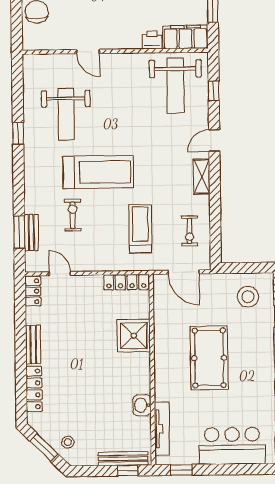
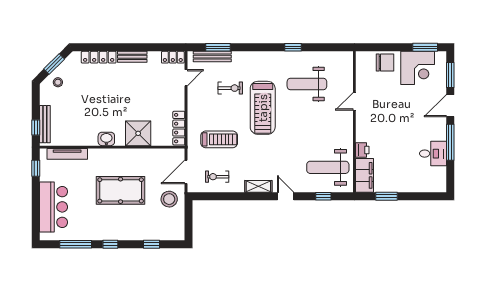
bench: (31, 233) -> (212, 57), width x1.36
stool: (248, 297) -> (169, 199), moved
washbasin: (142, 405) -> (106, 139), moved

